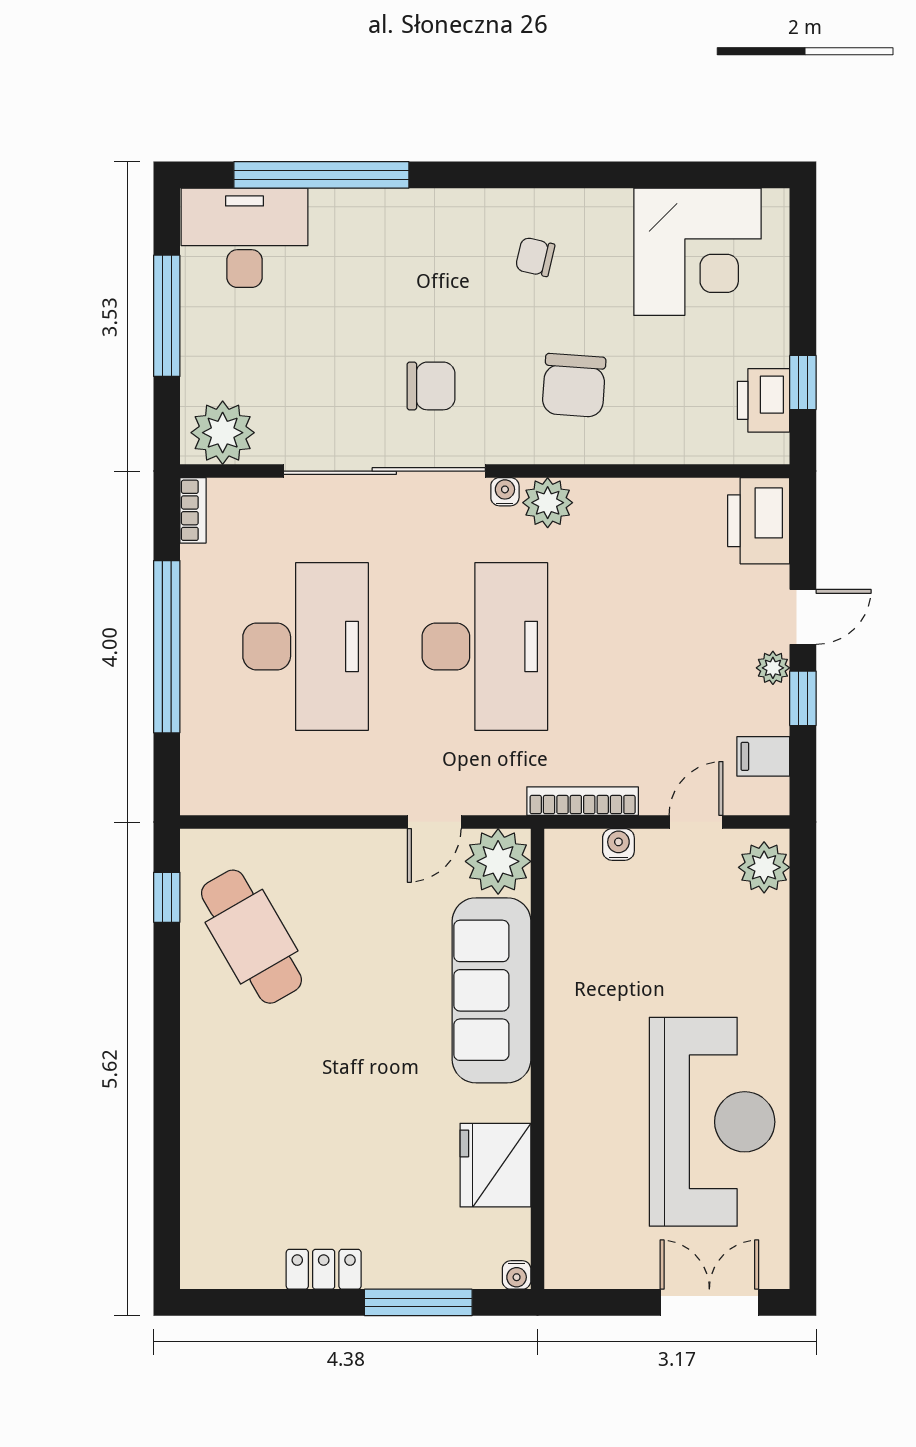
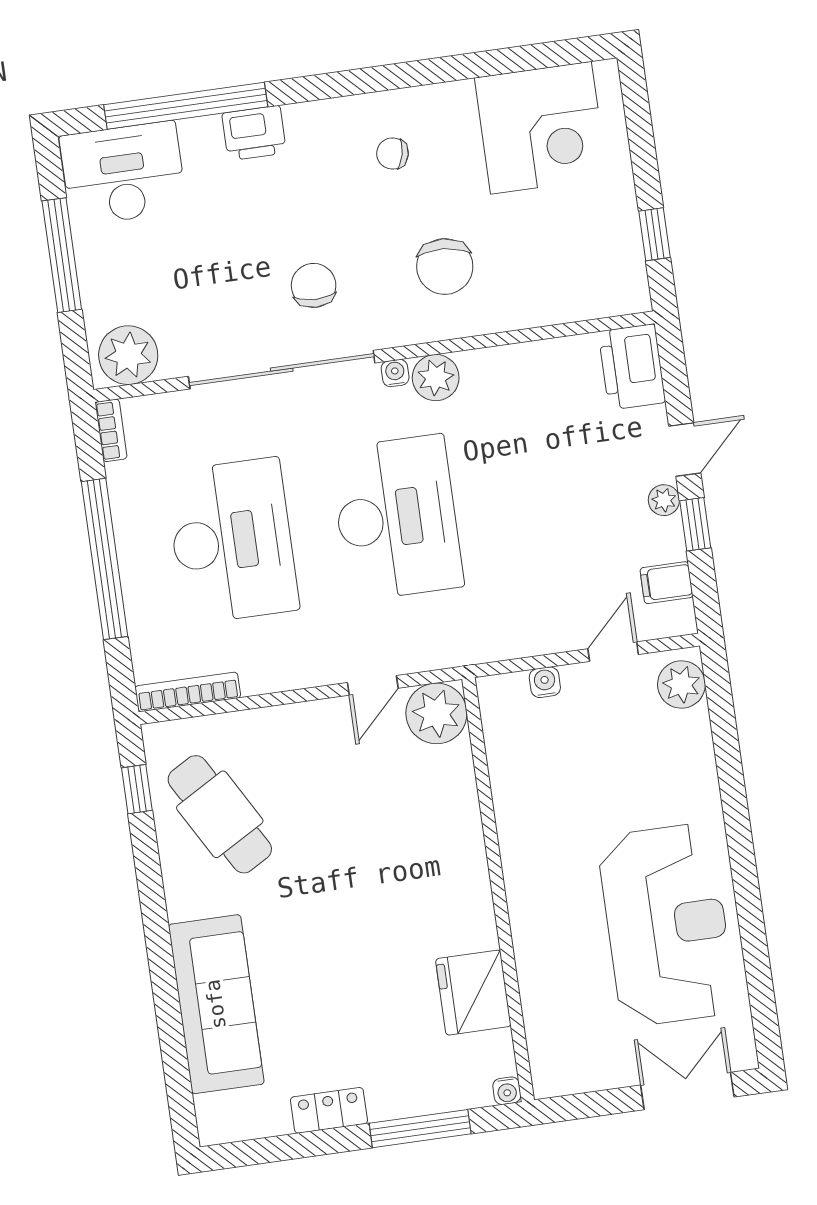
chair: (431, 386) -> (314, 285), turned -89
printer: (763, 400) -> (254, 133), moved, turned -90
bookcase: (583, 801) -> (188, 692), moved
sofa: (492, 990) -> (216, 1004), moved, turned 180

